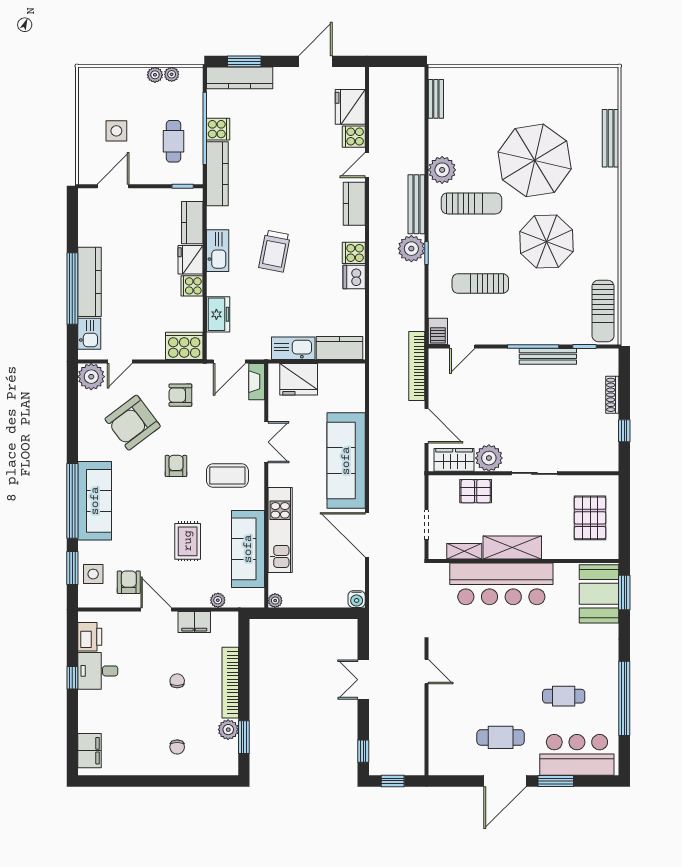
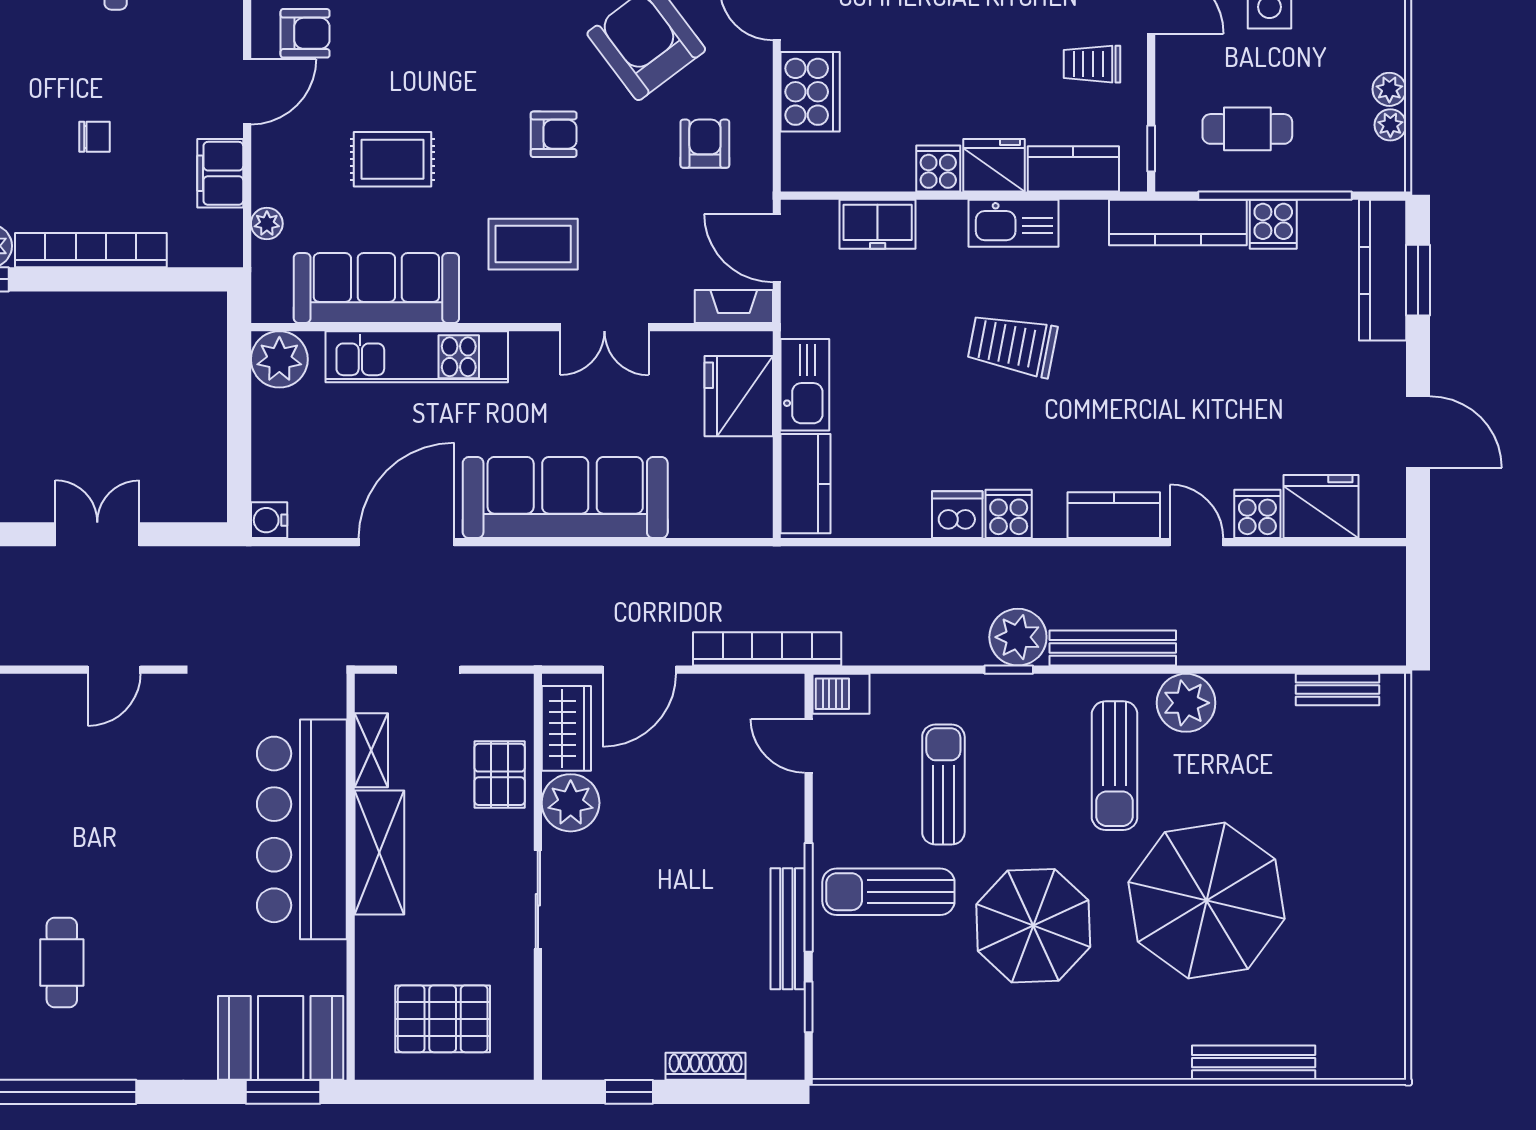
trolley: (143, 214) -> (1092, 64), added
sun lounger: (603, 311) -> (888, 892), moved
cooker: (184, 346) -> (810, 92), moved
coffee table: (227, 476) -> (533, 244), turned 90
plant: (275, 601) -> (279, 359), width x1.87, depth x1.87

